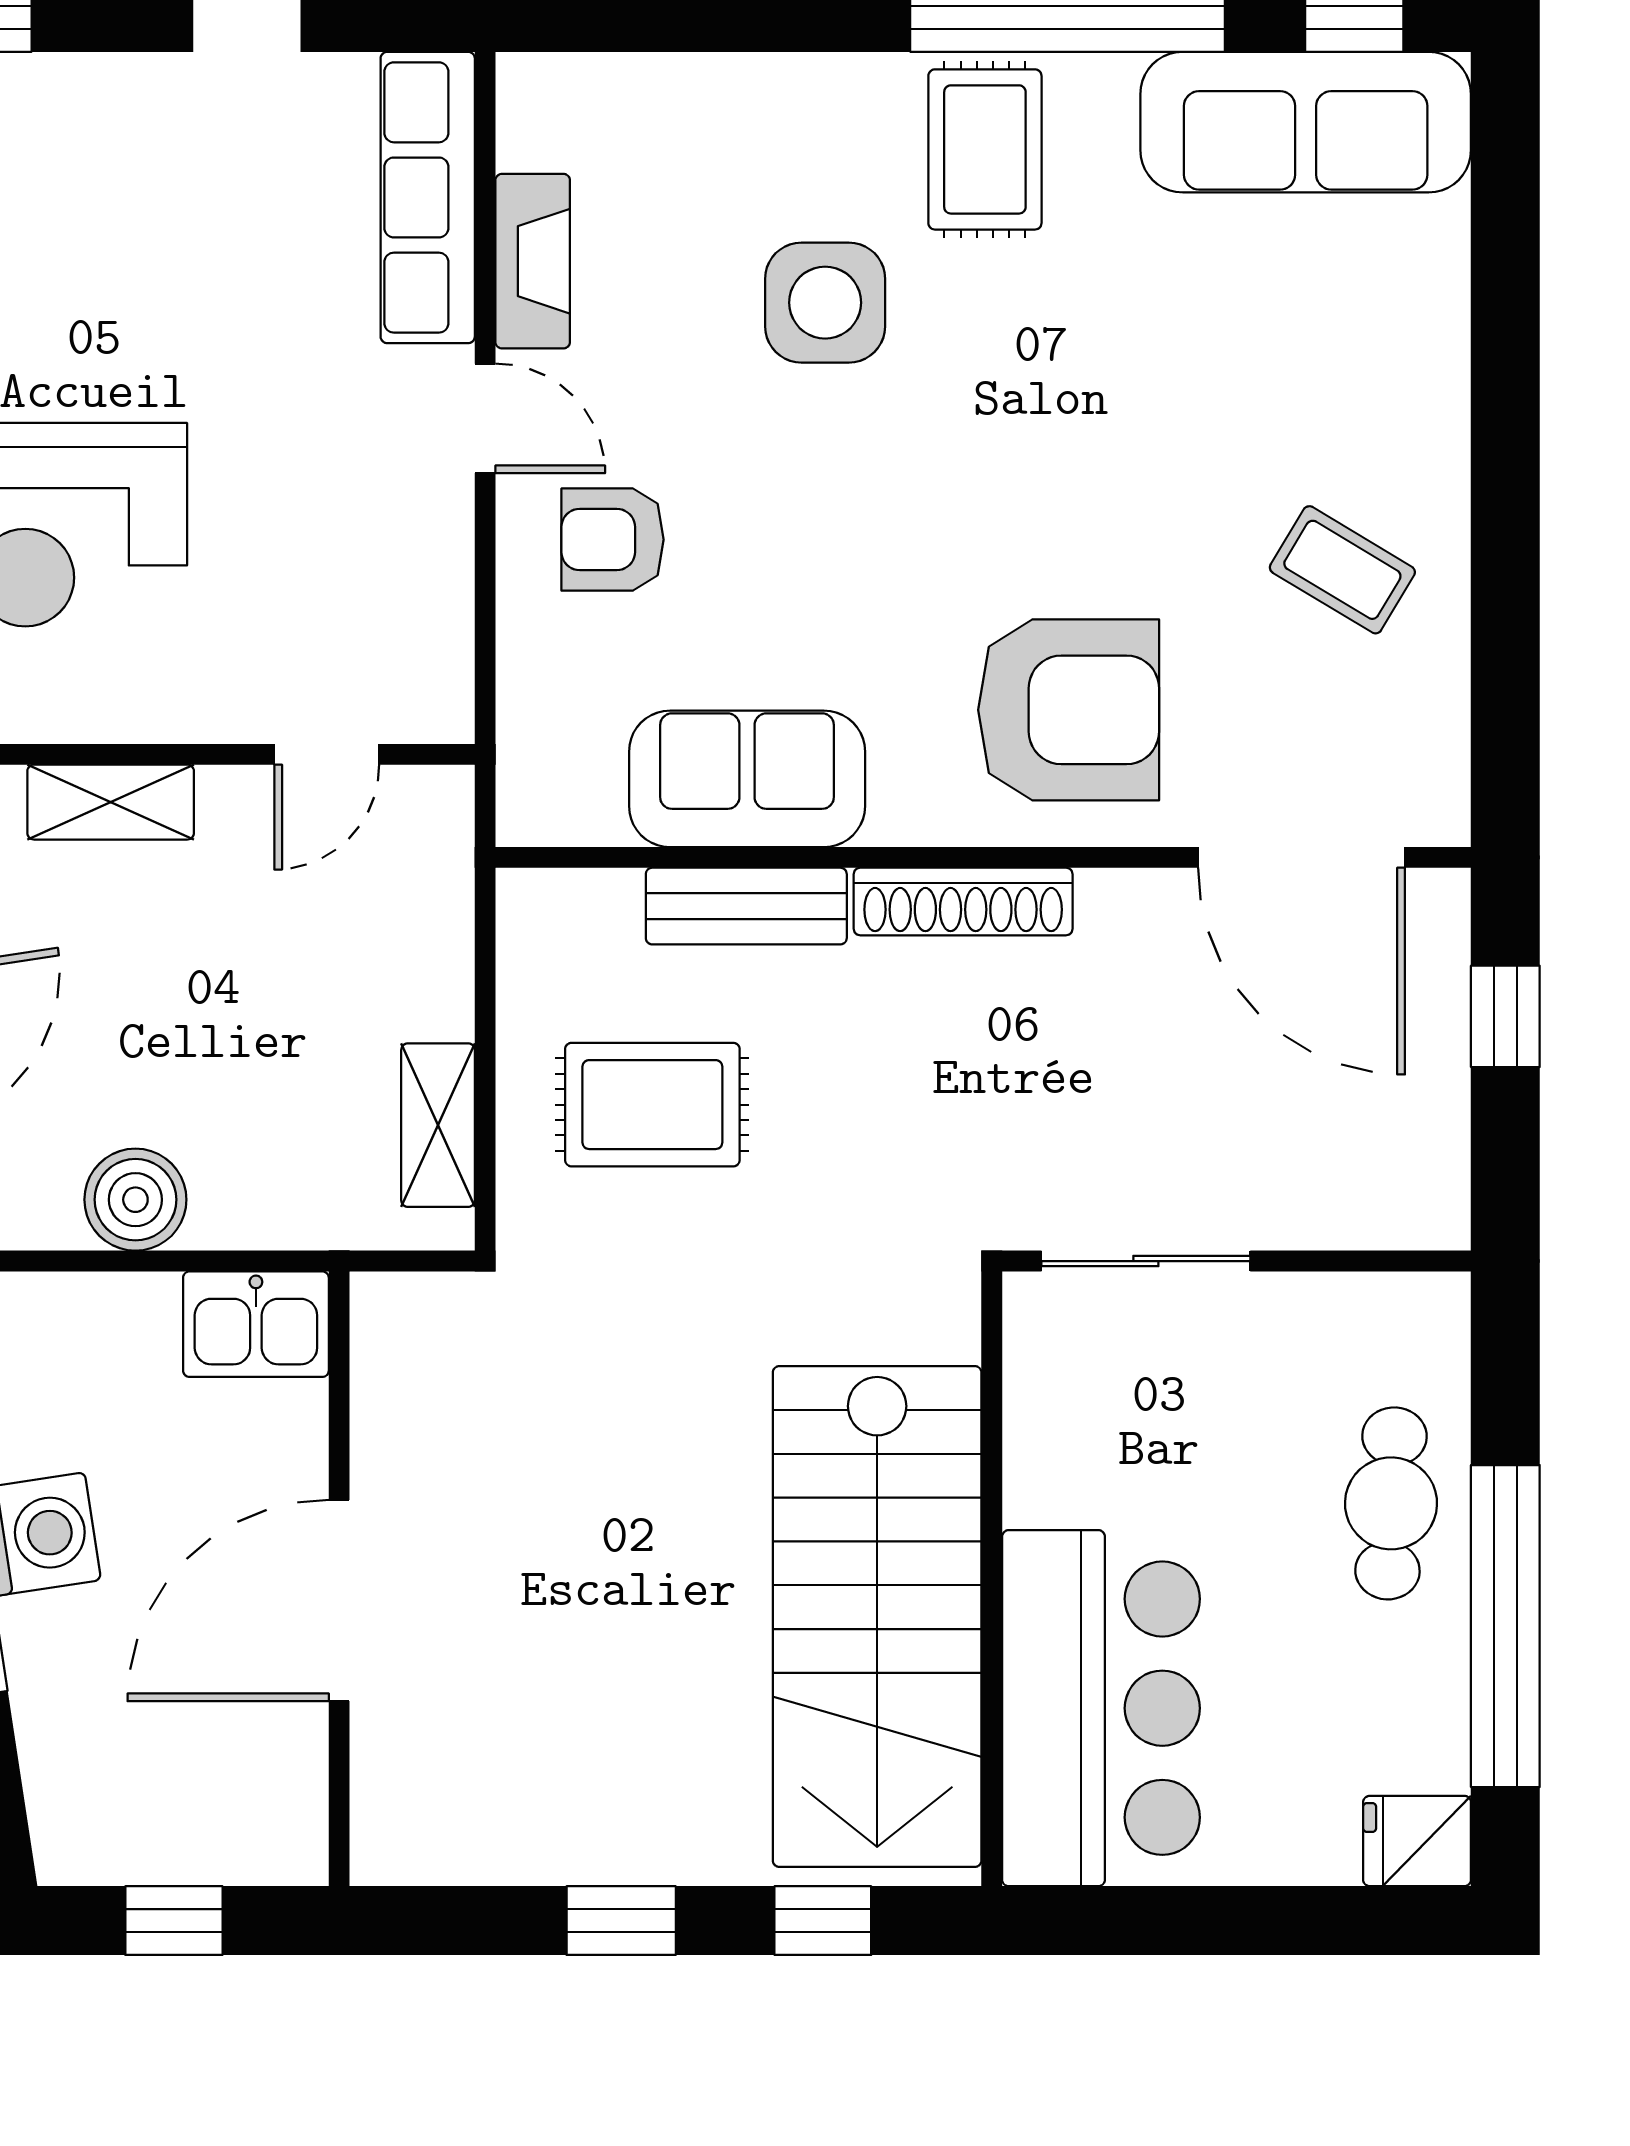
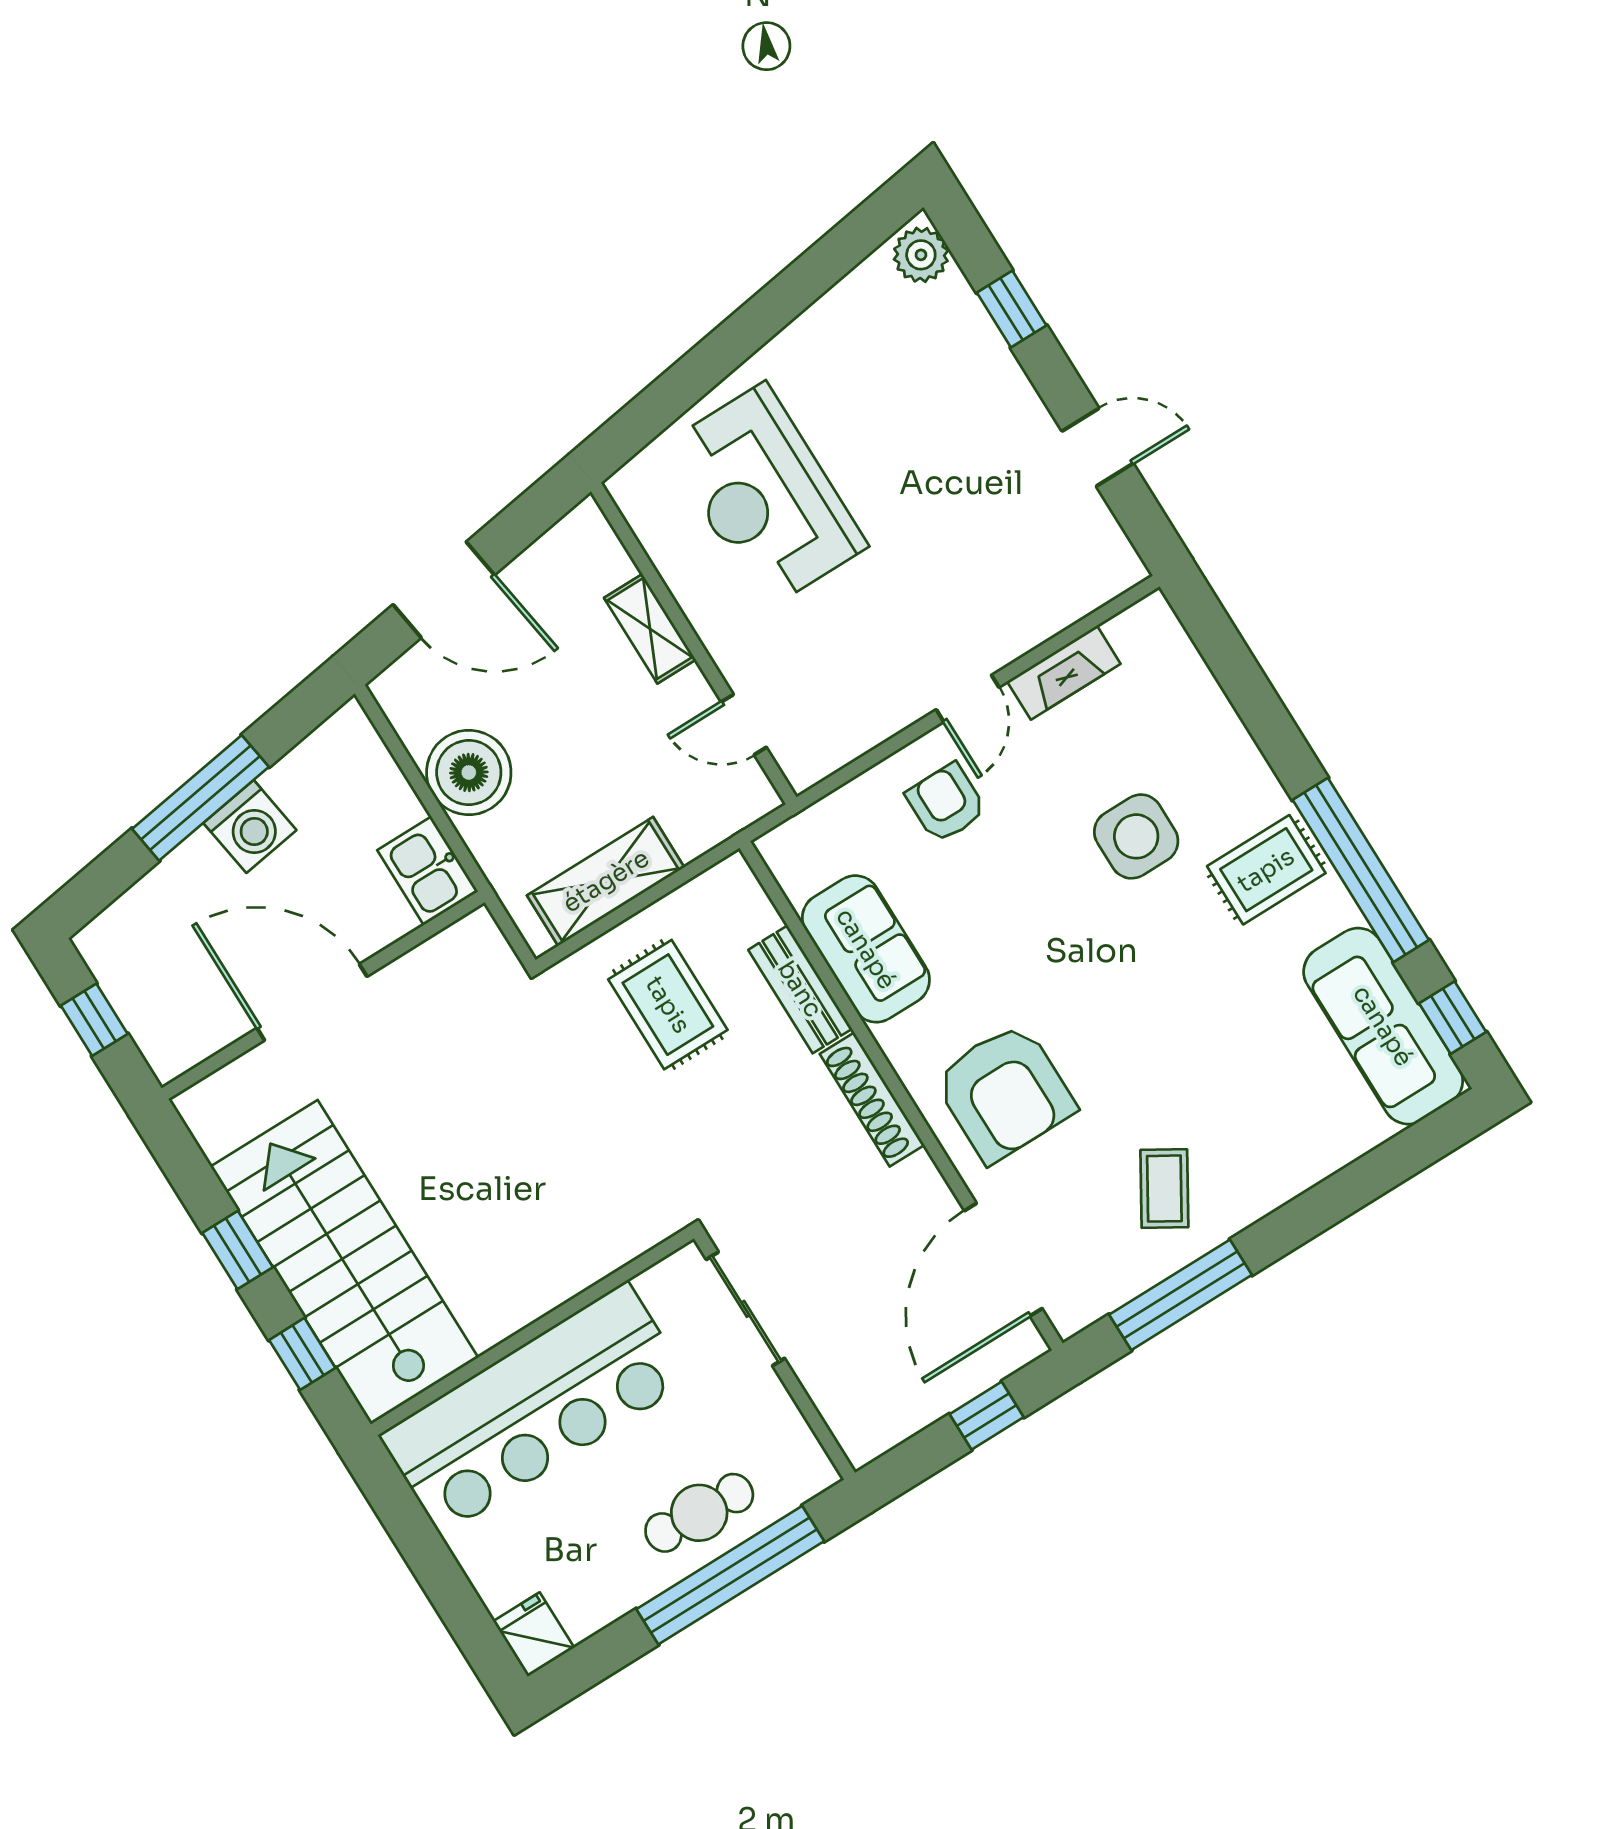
row of seats: (428, 197) -> (1063, 598), removed
window: (1505, 640) -> (1181, 1295), added
shelving: (438, 1125) -> (606, 881), width x1.50, depth x1.33
boiler: (135, 1200) -> (469, 772), width x1.37, depth x1.37
stairs: (877, 1617) -> (344, 1262), moved, turned 90
window: (1505, 1626) -> (730, 1575), moved
bar counter: (1101, 1708) -> (534, 1408), width x1.36

